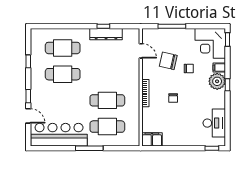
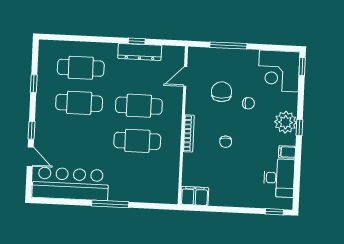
door: (141, 51) -> (185, 77), swing flipped
chair: (168, 61) -> (222, 92), turned 77
filing cabinet: (219, 68) -> (287, 152), moved
cafe table: (107, 127) -> (139, 106), moved

